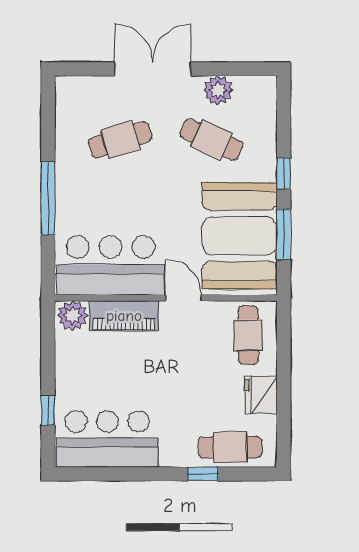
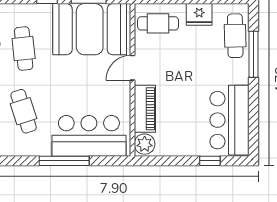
cafe table: (211, 140) -> (24, 49), turned -30
bar counter: (111, 265) -> (89, 136), moved, turned 90
window: (203, 474) -> (254, 54), width x2.17

